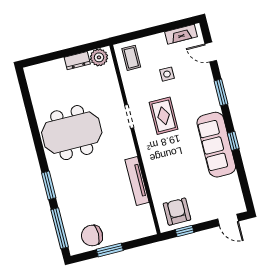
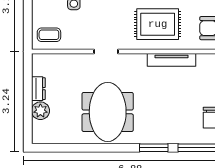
plant: (99, 57) -> (40, 111), moved
rug: (164, 116) -> (158, 24), moved, width x1.36, depth x1.43

